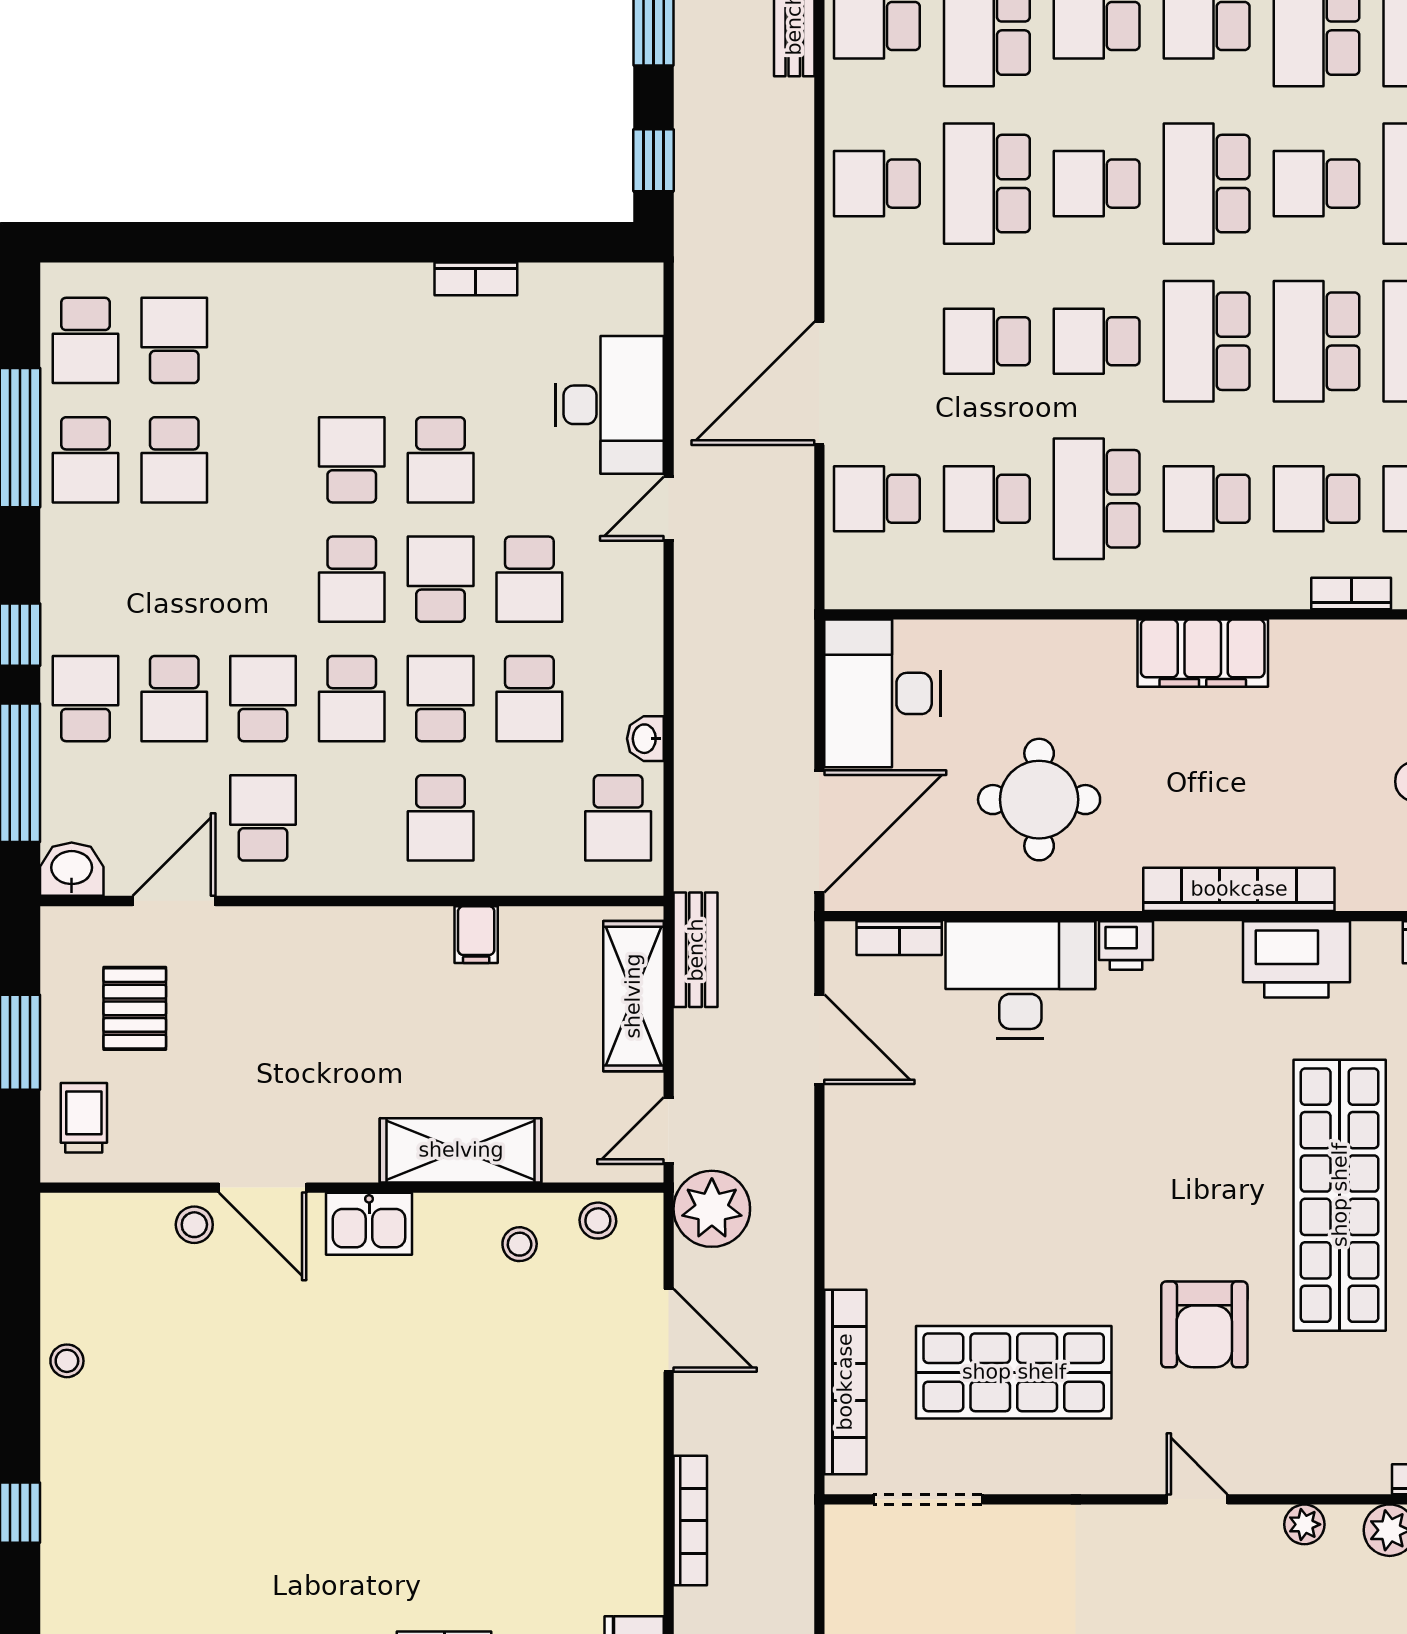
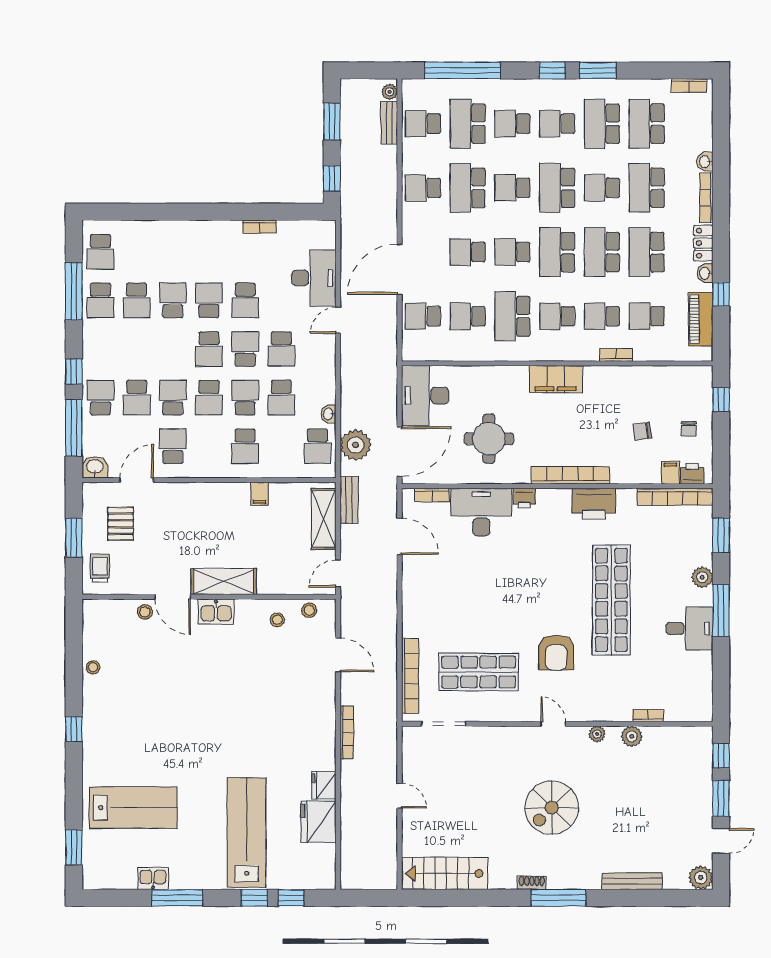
school desk: (174, 340) -> (173, 300), moved
shelving: (461, 1150) -> (224, 582), moved
plant: (712, 1209) -> (356, 445), moved

